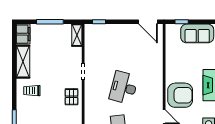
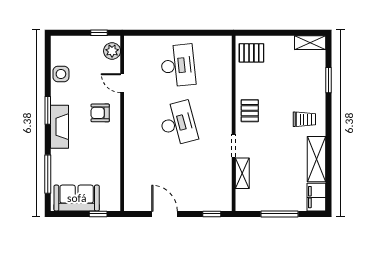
door: (148, 22) -> (165, 214), moved
shelving: (77, 35) -> (242, 173), moved
desk: (124, 88) -> (178, 123), turned -30
armchair: (180, 95) -> (100, 113), width x0.53, depth x0.53

